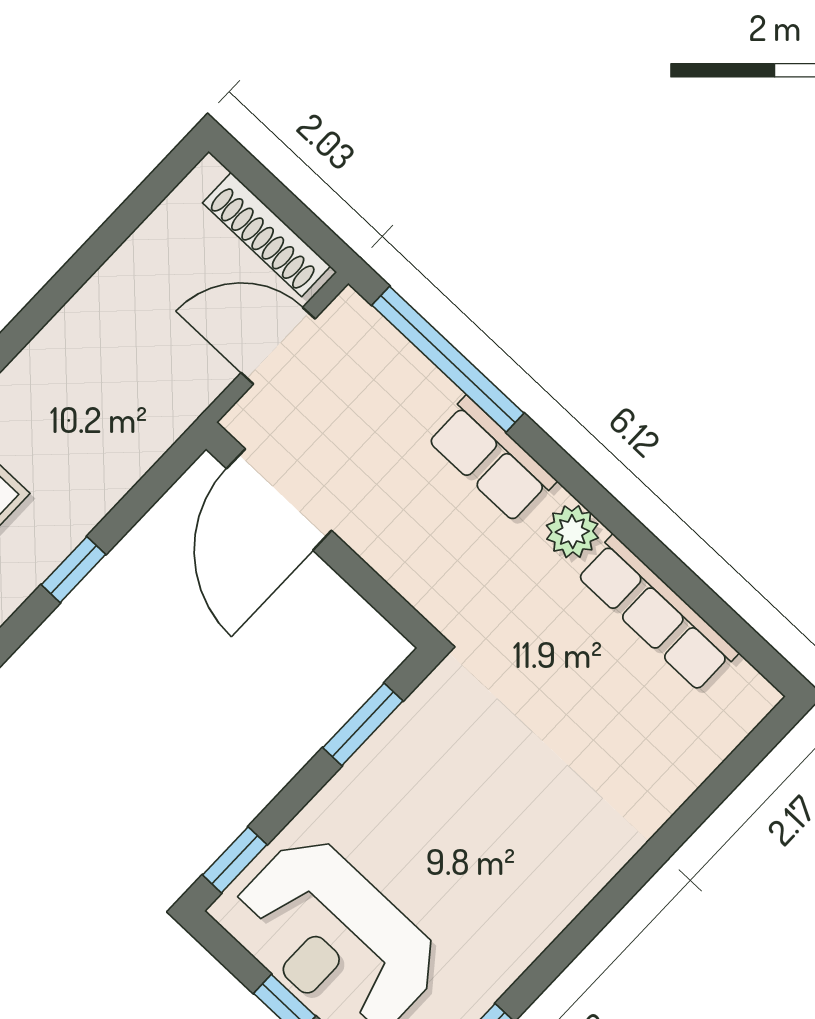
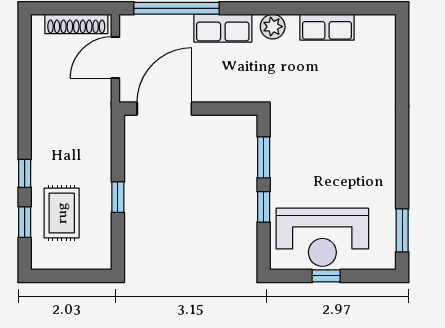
door: (279, 500) -> (164, 109), swing flipped
row of seats: (657, 614) -> (327, 27), width x0.68
window: (235, 860) -> (264, 207), moved

